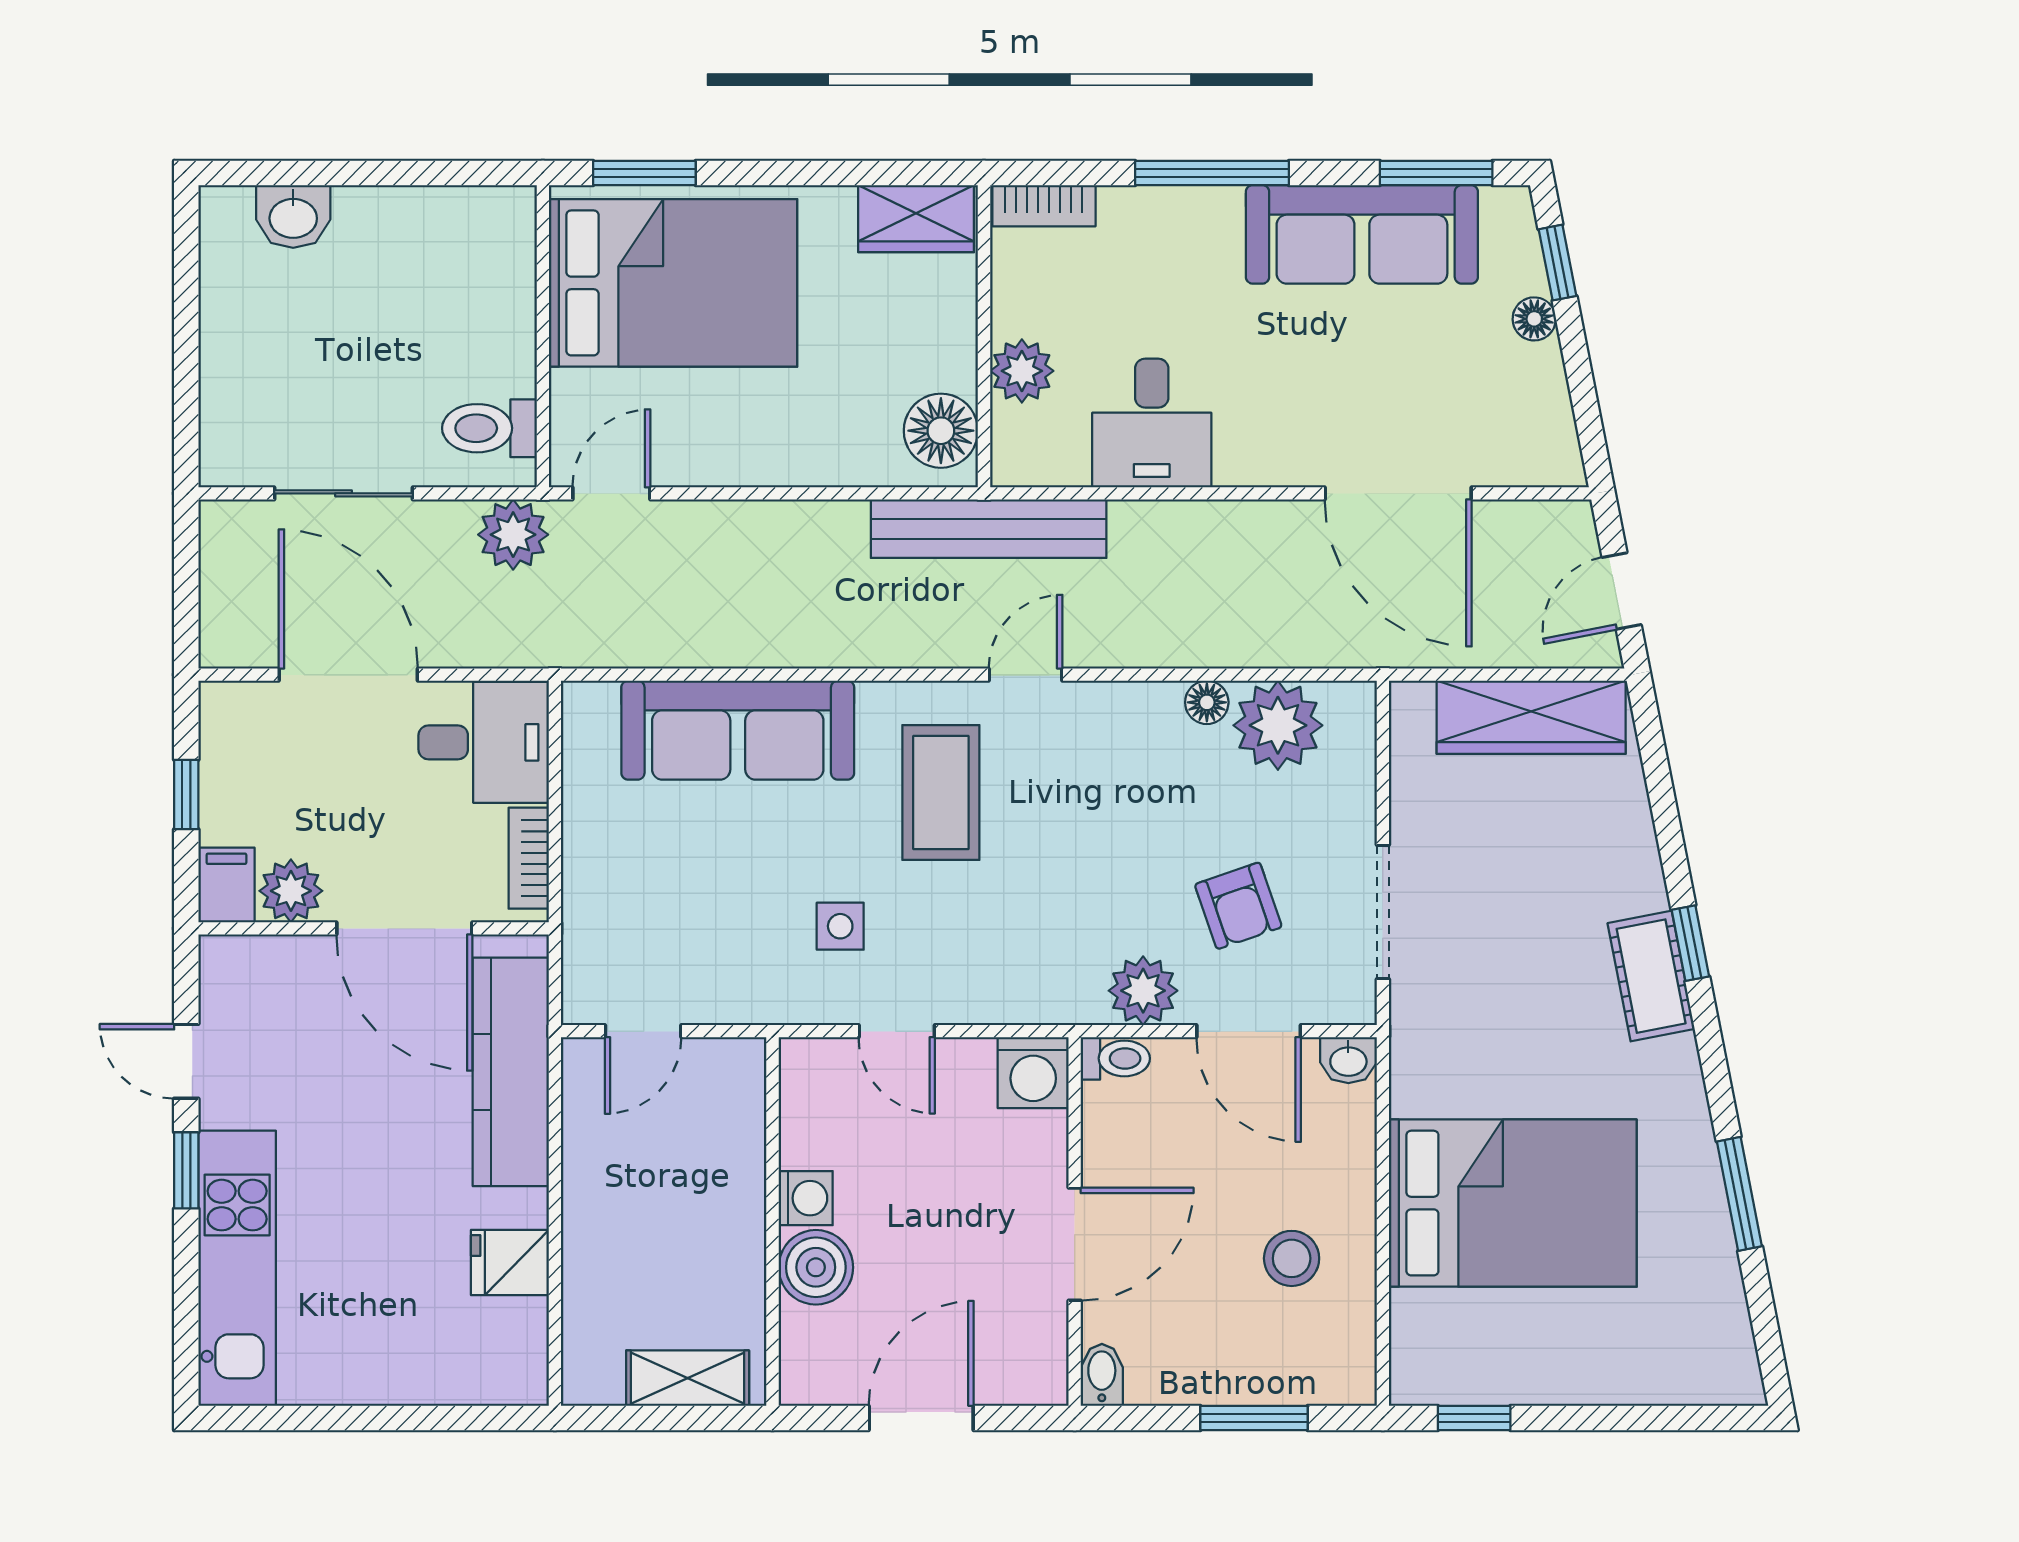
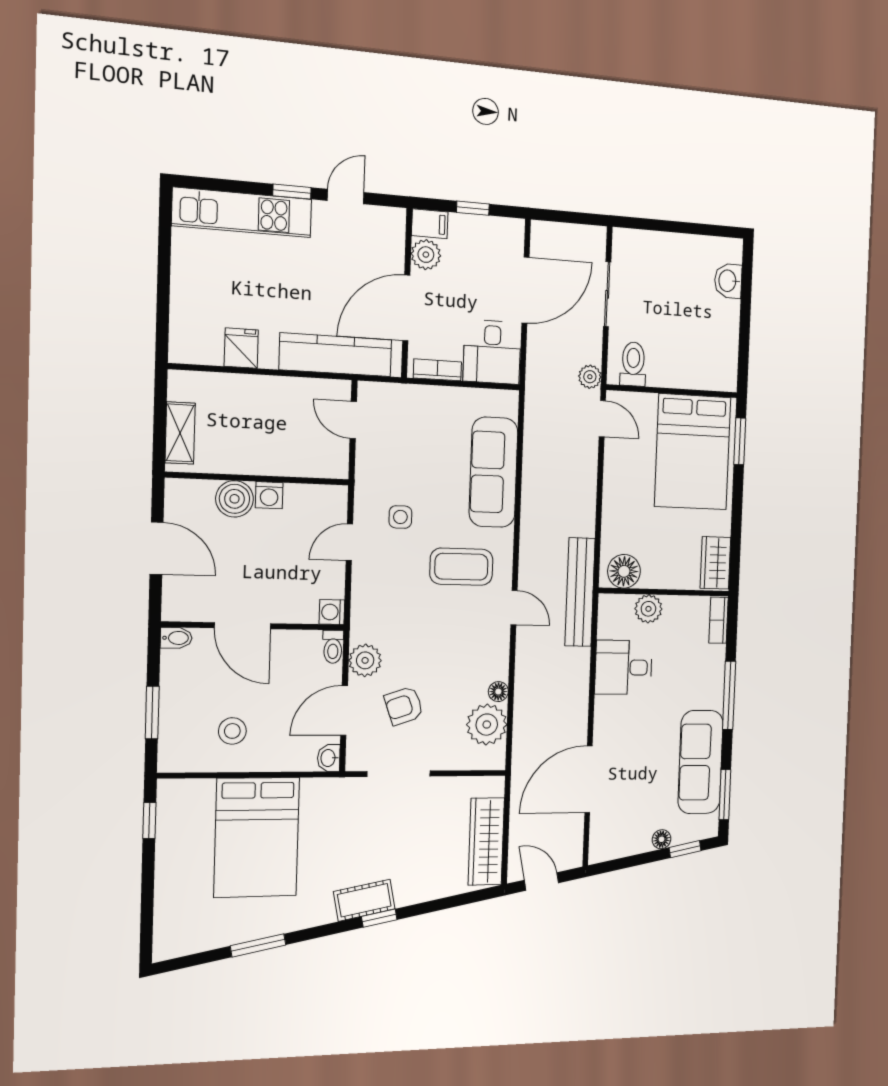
plant: (513, 535) -> (590, 377), width x0.73, depth x0.73
washing machine: (1033, 1073) -> (332, 612), width x0.73, depth x0.73

